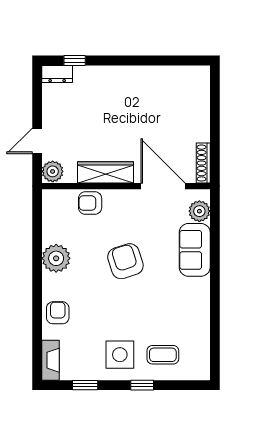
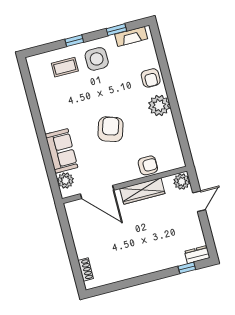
shoe rack: (203, 163) -> (86, 270), moved, width x0.70
plant: (56, 258) -> (159, 106), moved
armchair: (125, 261) -> (110, 129), turned -144
fireplace: (51, 360) -> (131, 36), moved, turned -90

